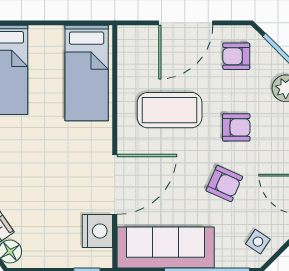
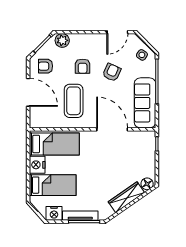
armchair: (236, 56) -> (46, 66), turned 90
armchair: (236, 127) -> (83, 66), turned 180
nightstand: (97, 231) -> (37, 165), moved, turned -90

